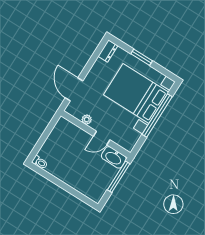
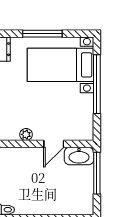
window: (142, 57) -> (42, 34), width x1.44
bed with nightstands: (136, 94) -> (60, 65), width x0.73

